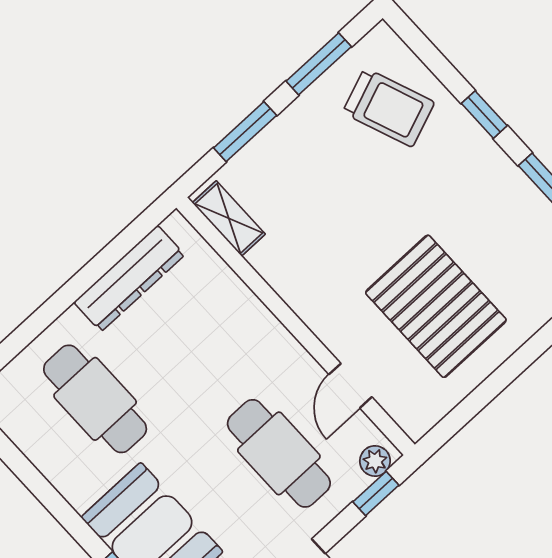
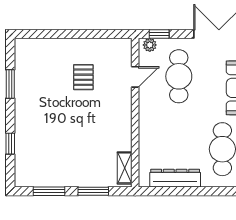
trolley: (388, 107) -> (39, 156), removed
window: (484, 115) -> (10, 144), moved
pallet: (436, 306) -> (83, 77), width x0.49, depth x0.50

